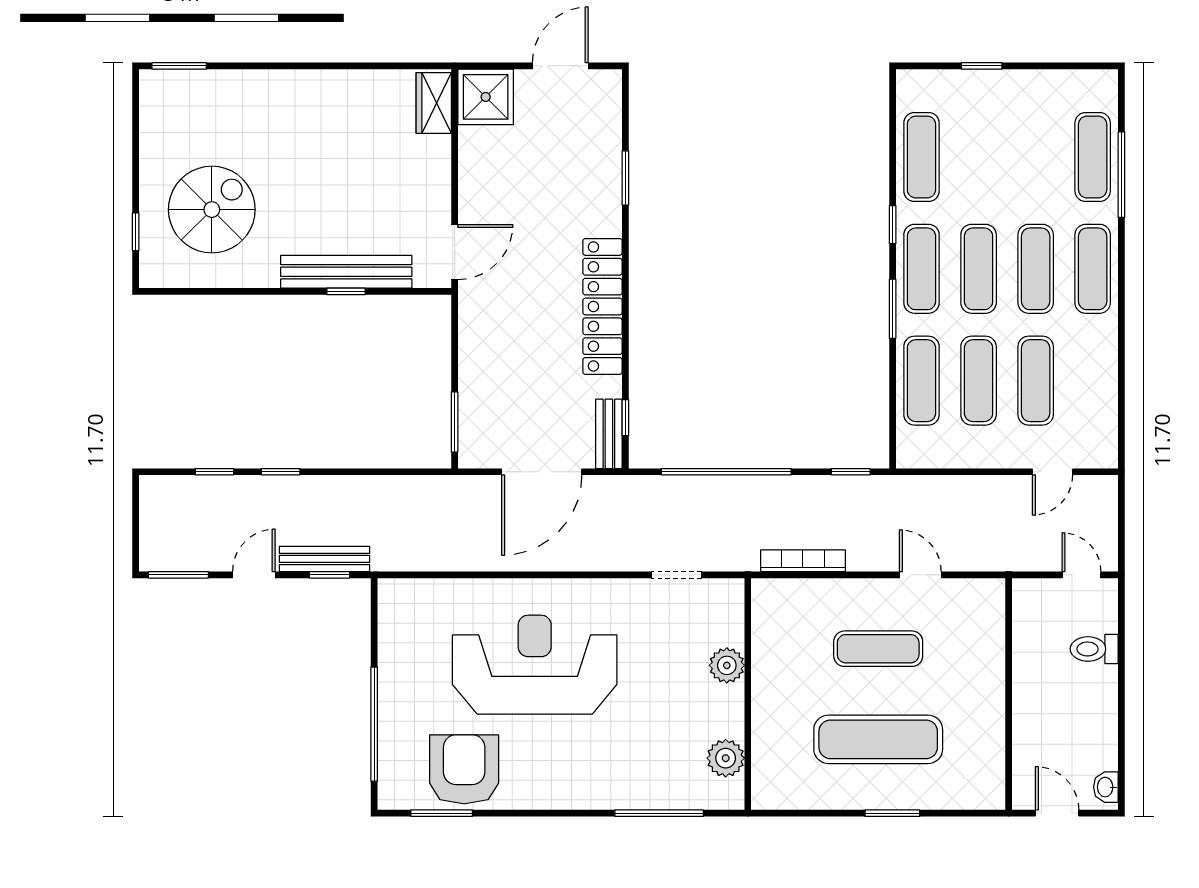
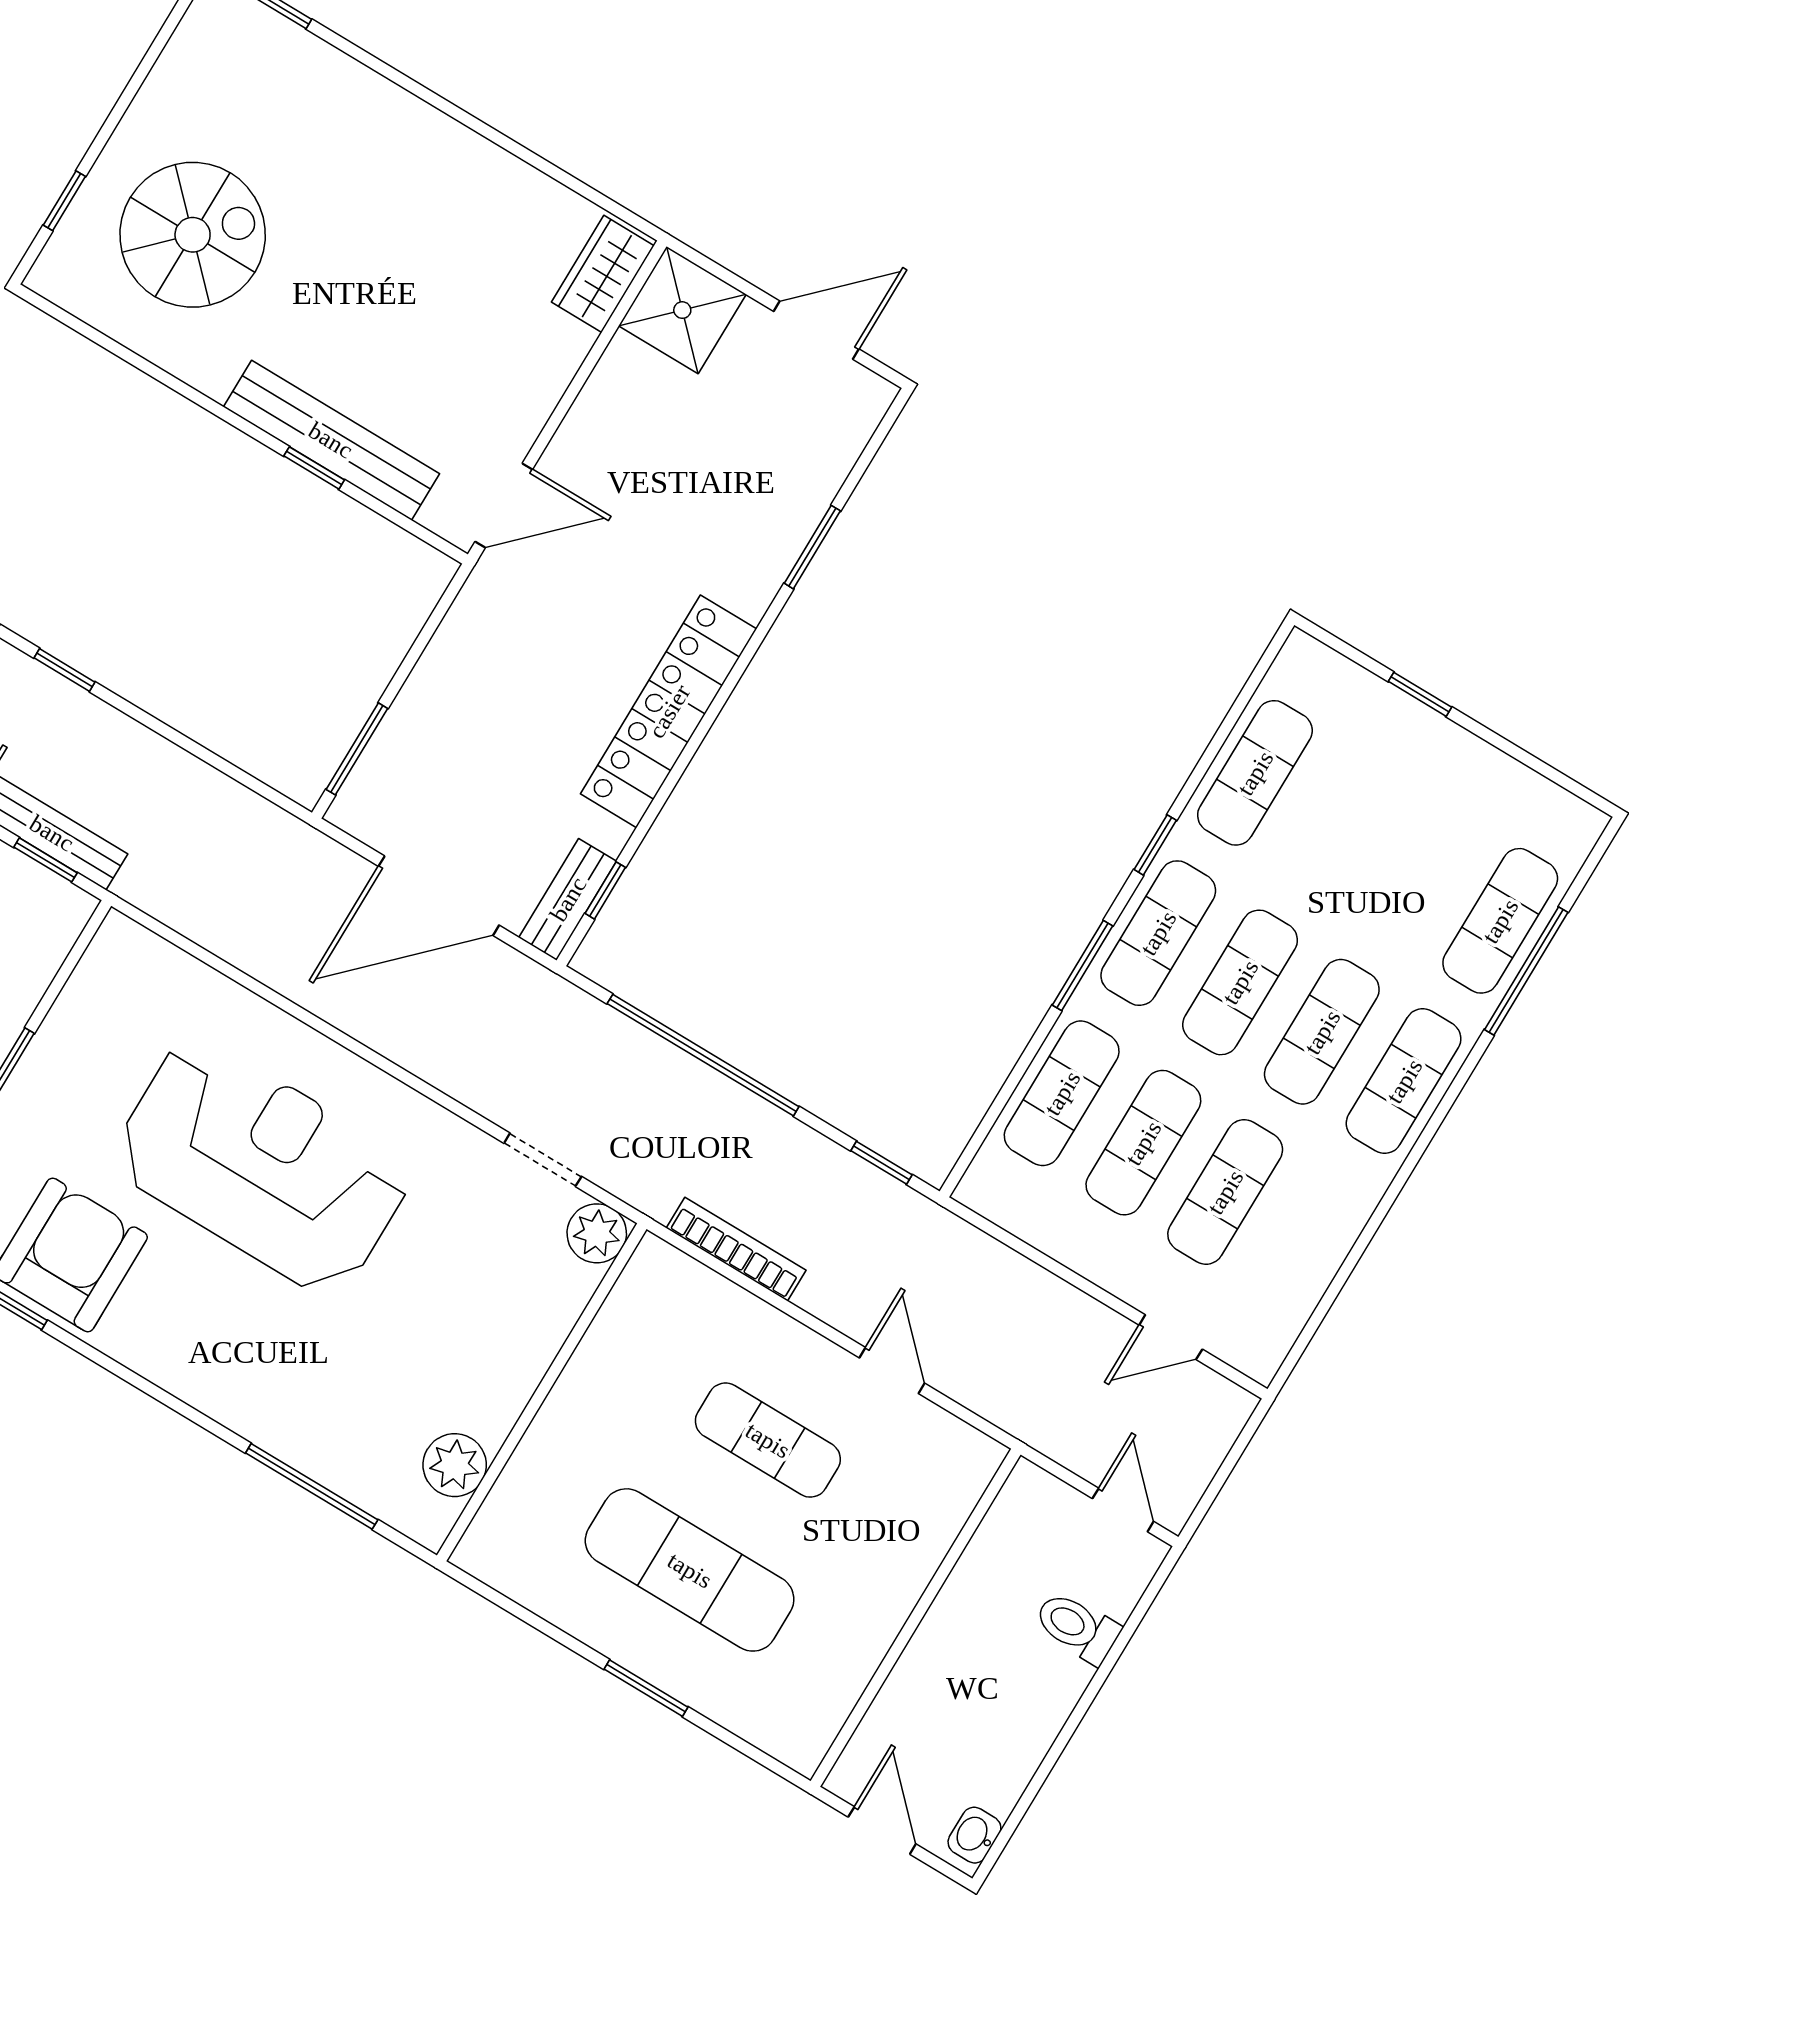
plant: (727, 665) -> (597, 1233), moved

